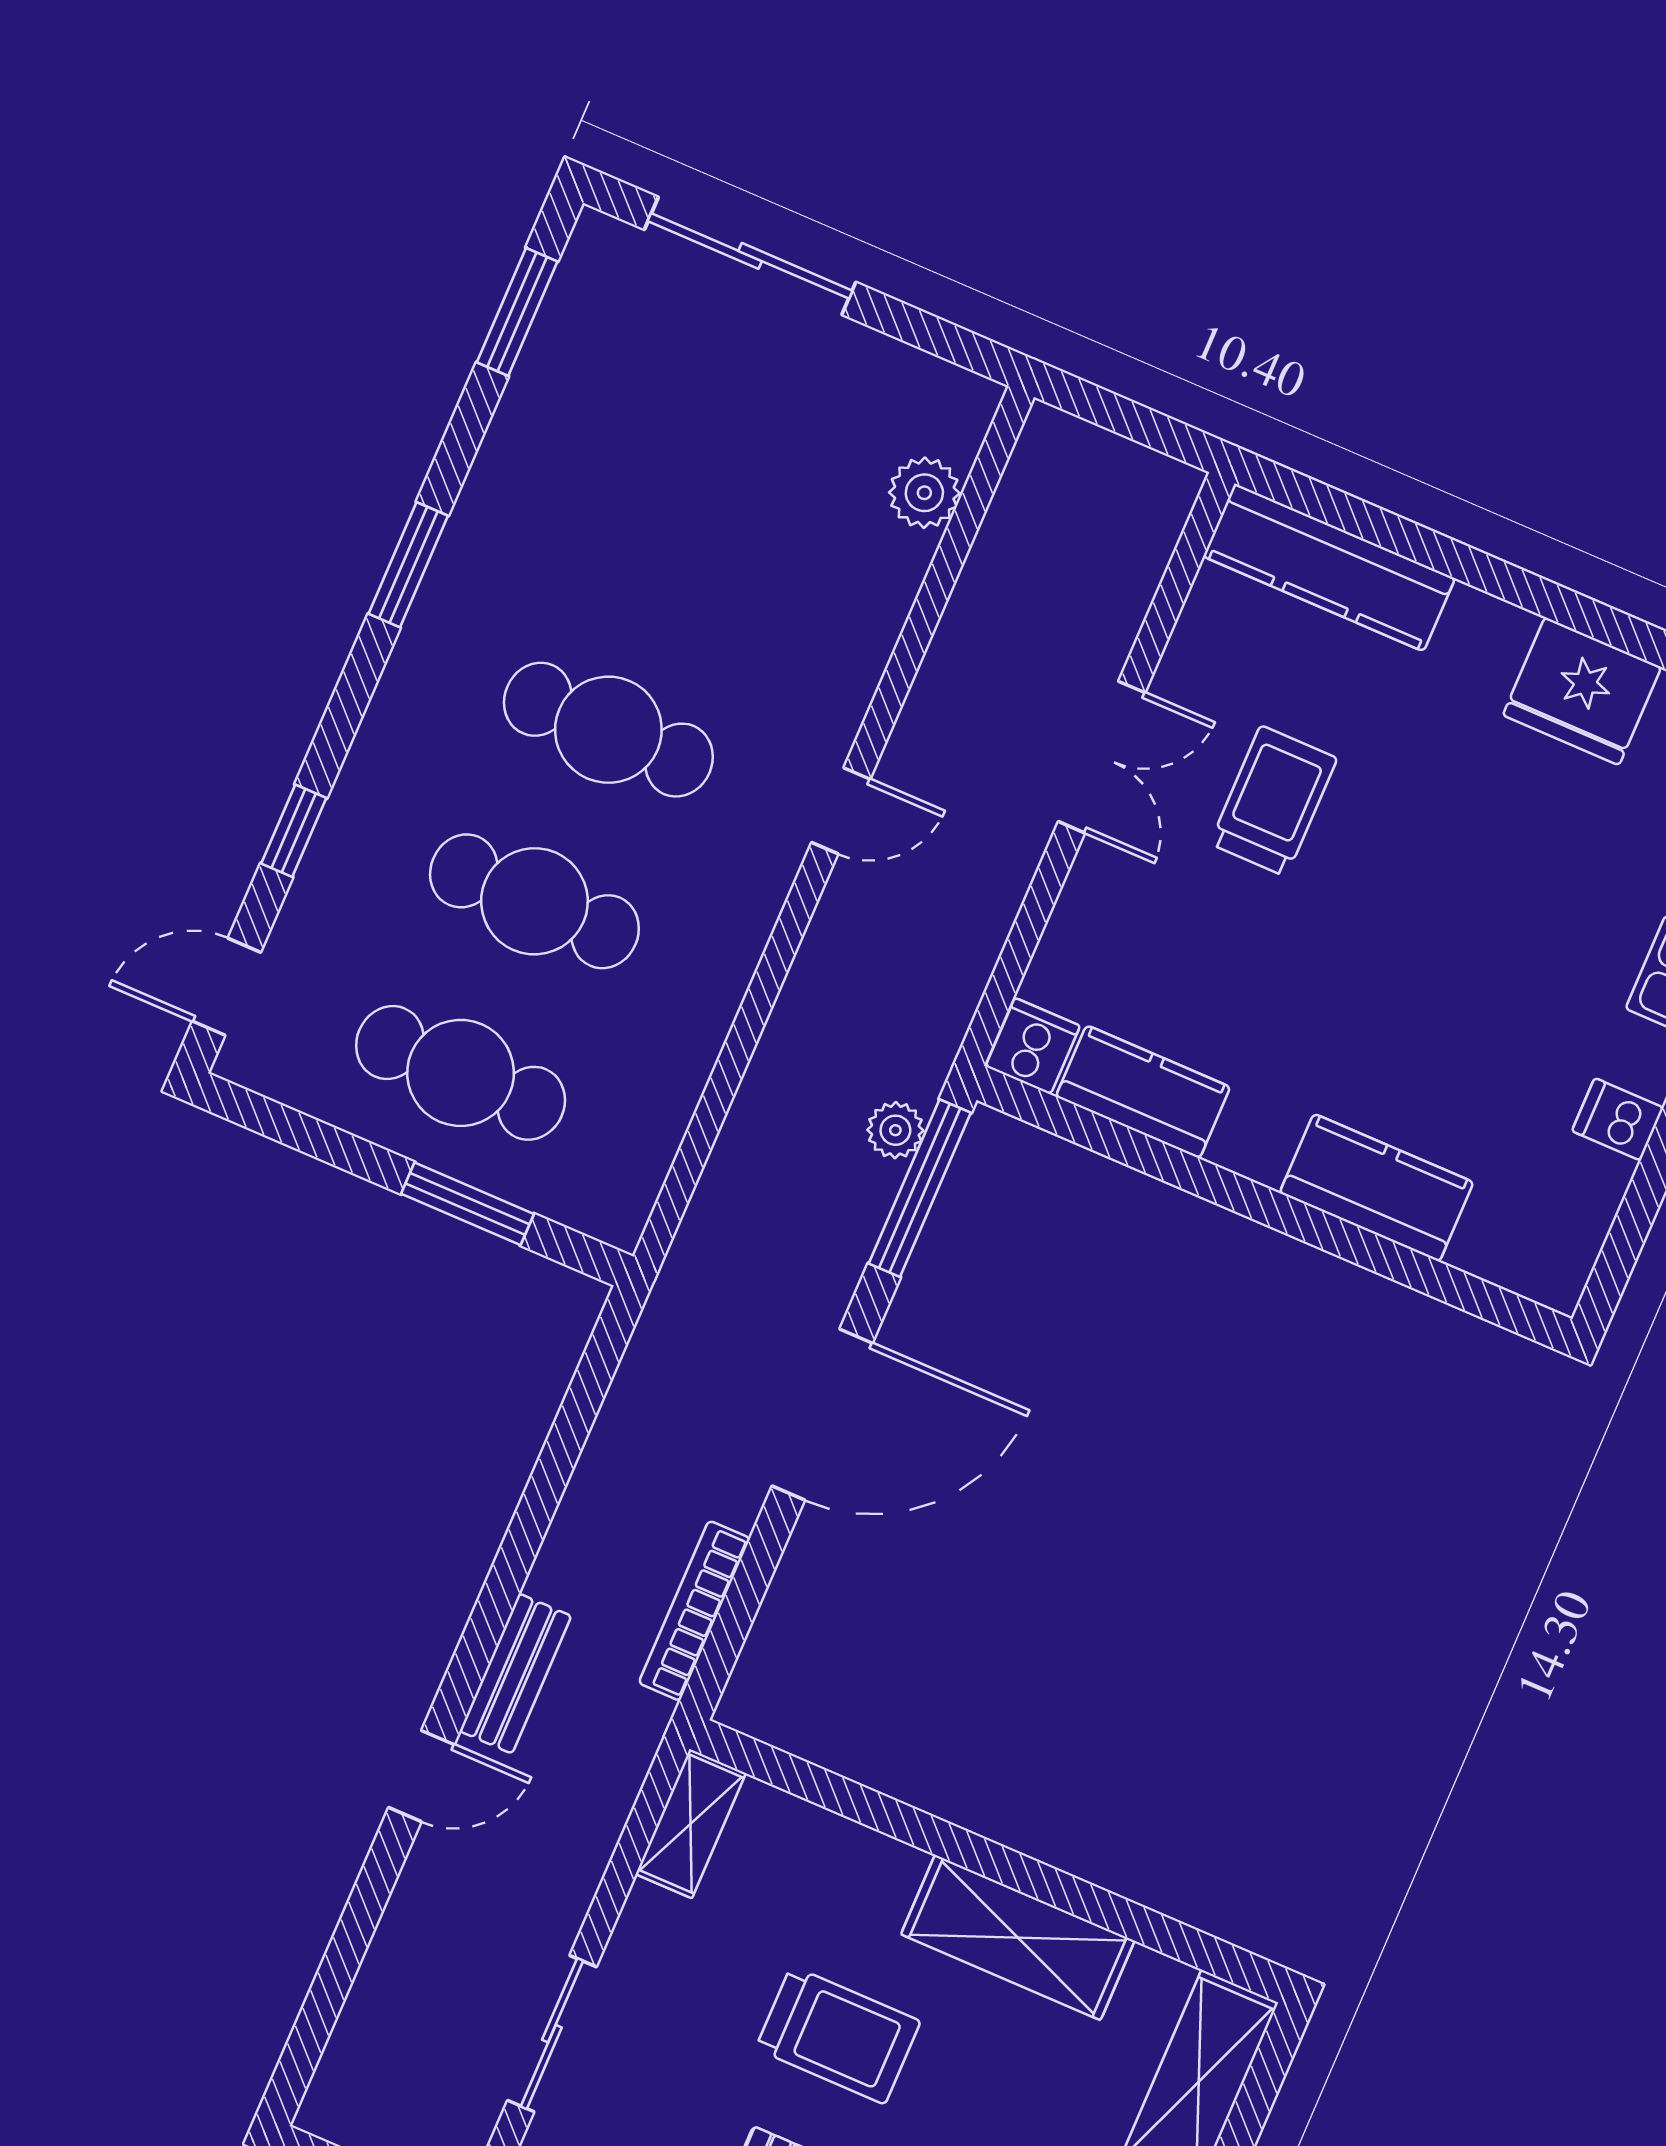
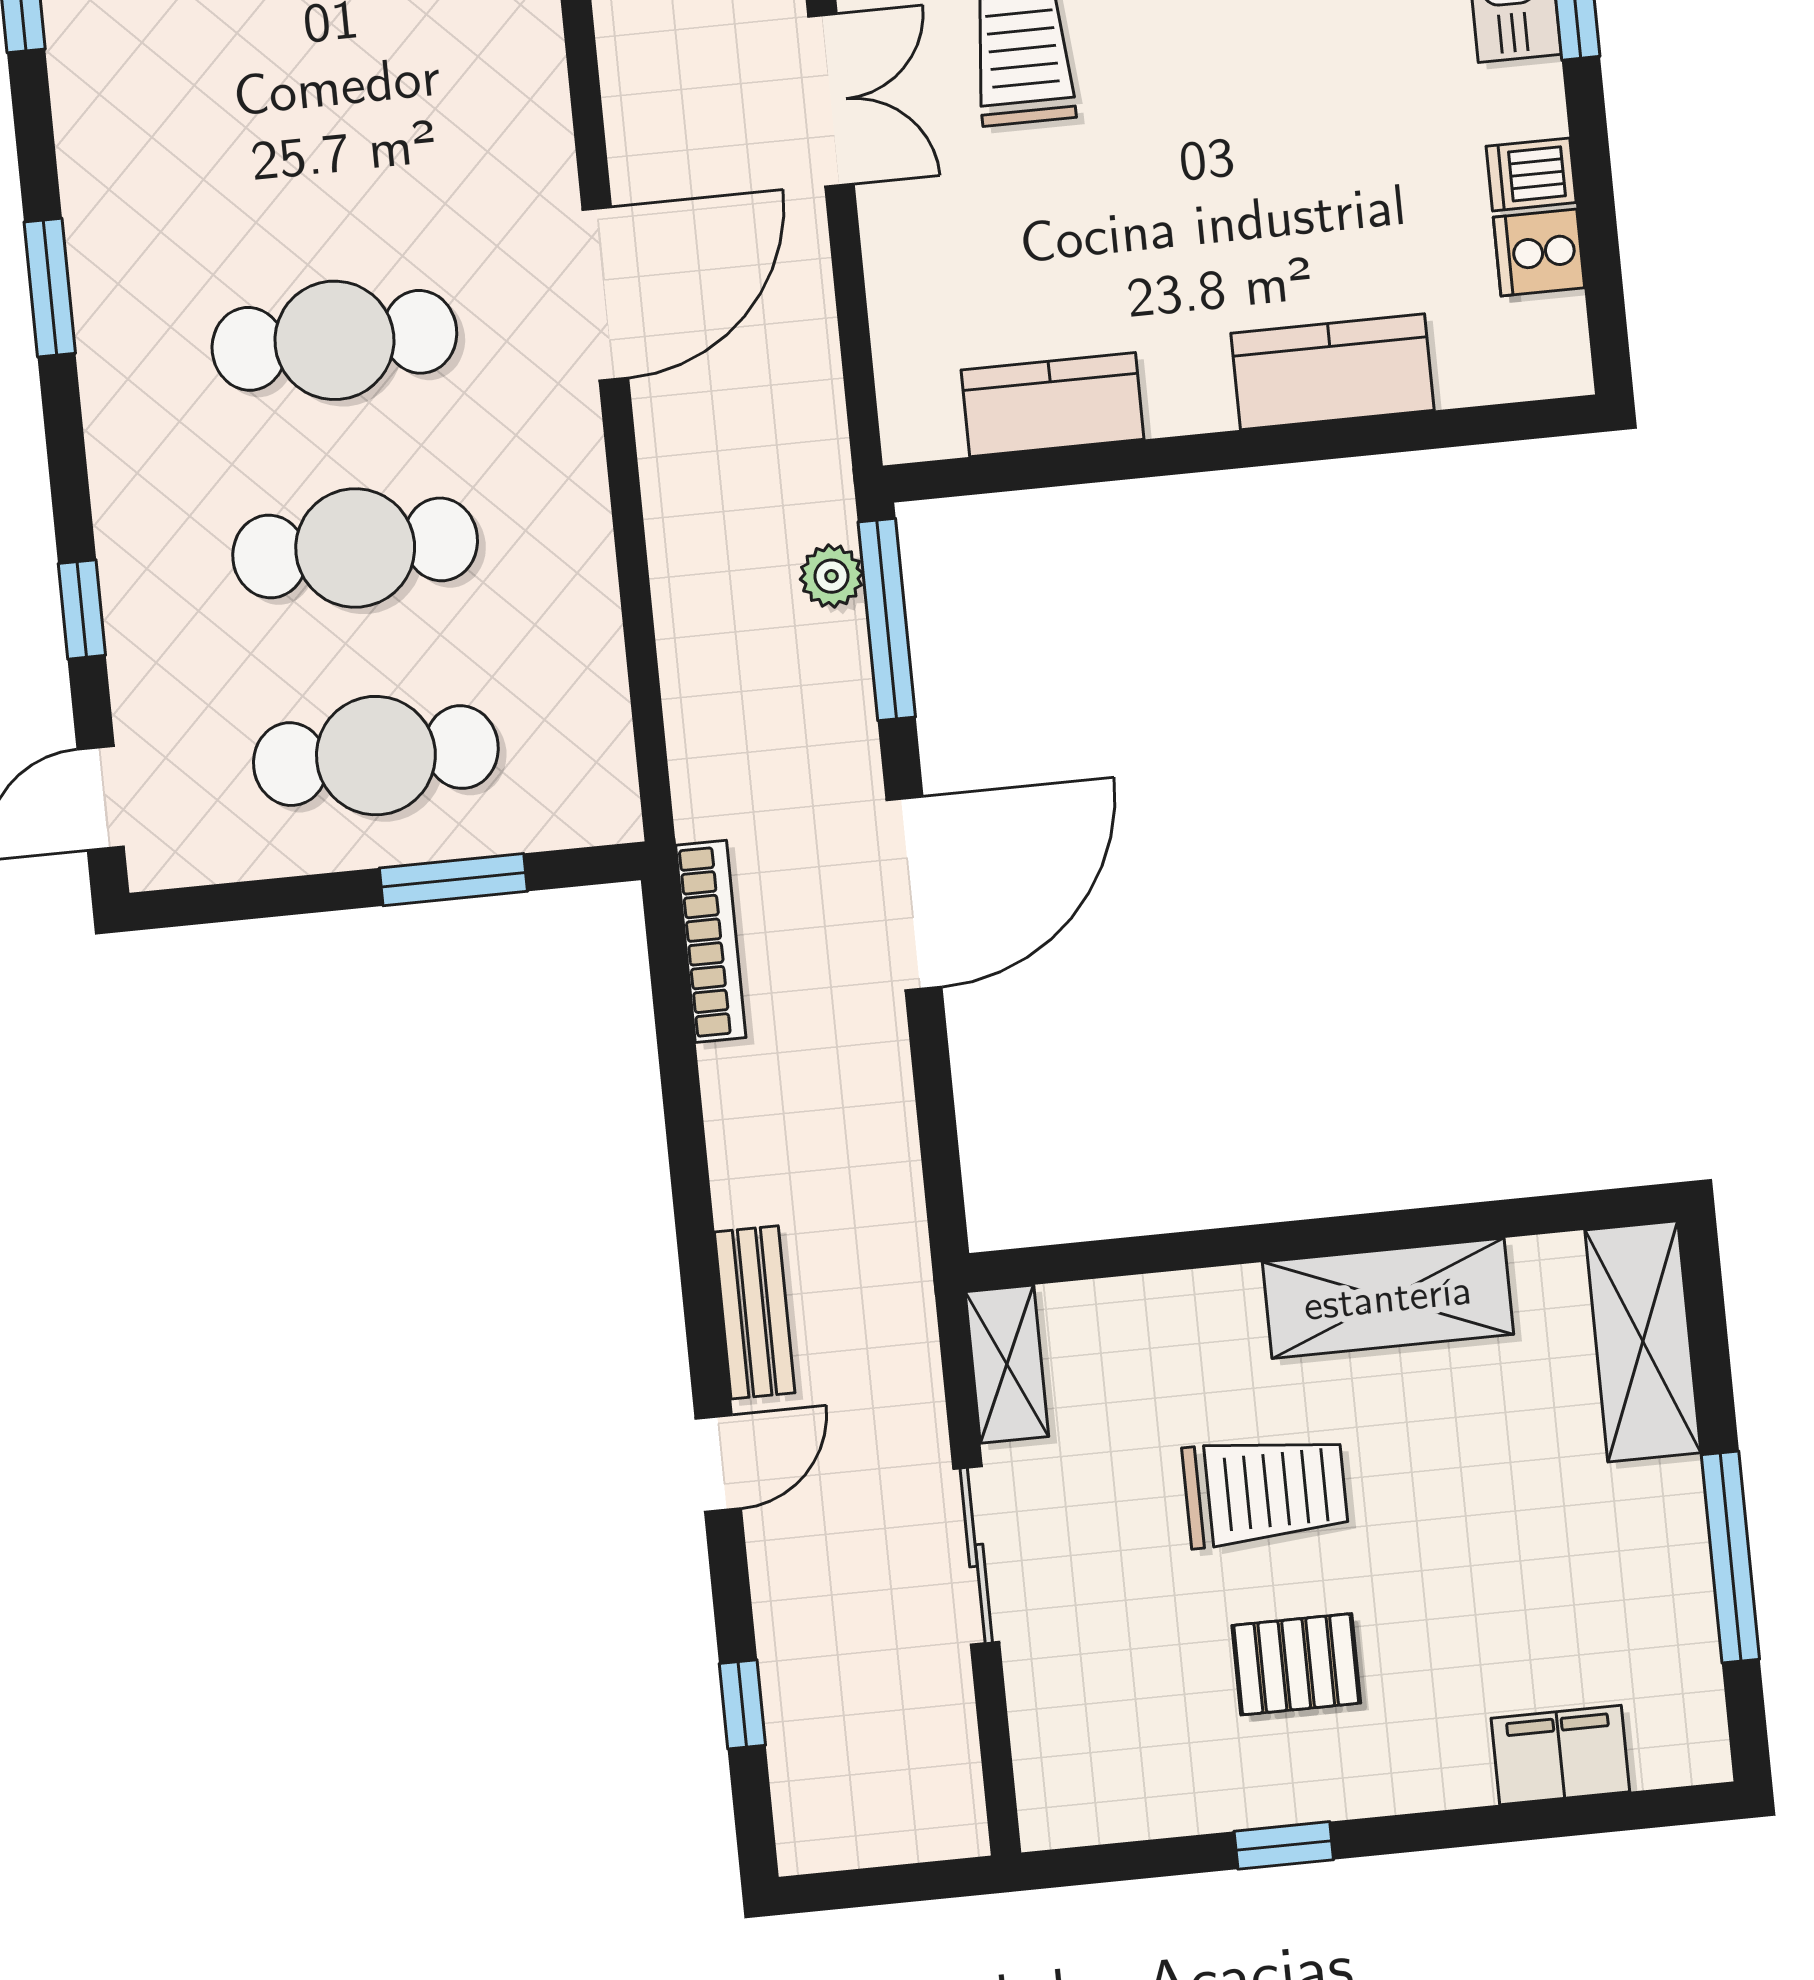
door: (841, 811) -> (605, 294), width x1.88
cooker: (1033, 1046) -> (1539, 252), moved, turned -90
bookcase: (694, 1611) -> (711, 941), moved, turned 180
window: (336, 1975) -> (742, 1704), added
sliding door: (552, 2034) -> (976, 1556), moved

